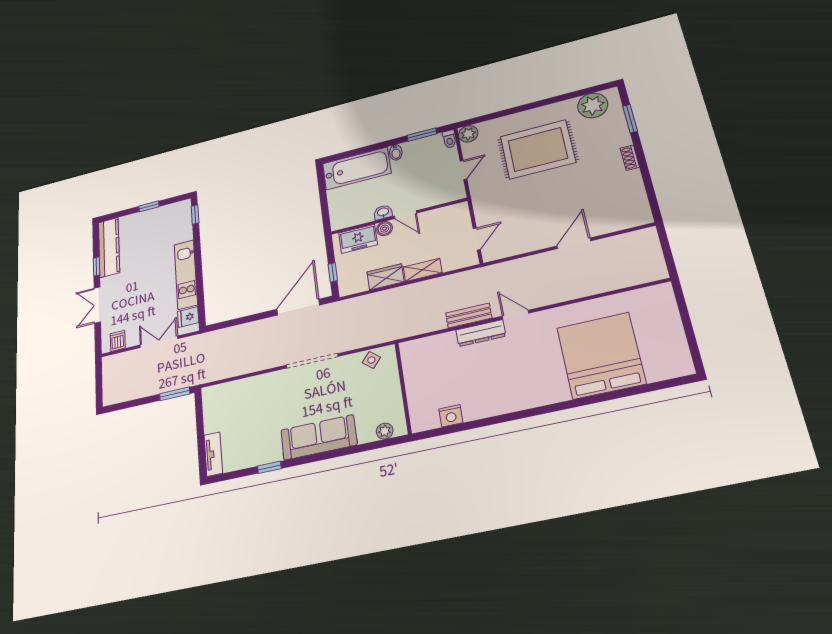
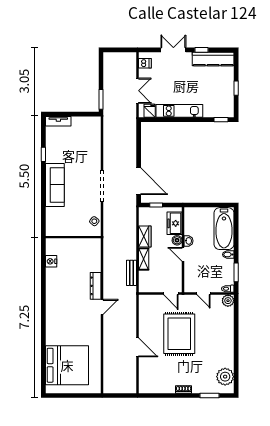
rug: (538, 149) -> (179, 334), moved
door: (405, 215) -> (183, 254), hinge flipped
door: (477, 239) -> (171, 294), moved
bench: (469, 315) -> (132, 273), moved
bed: (601, 356) -> (67, 365), moved
plant: (385, 431) -> (50, 223), removed

